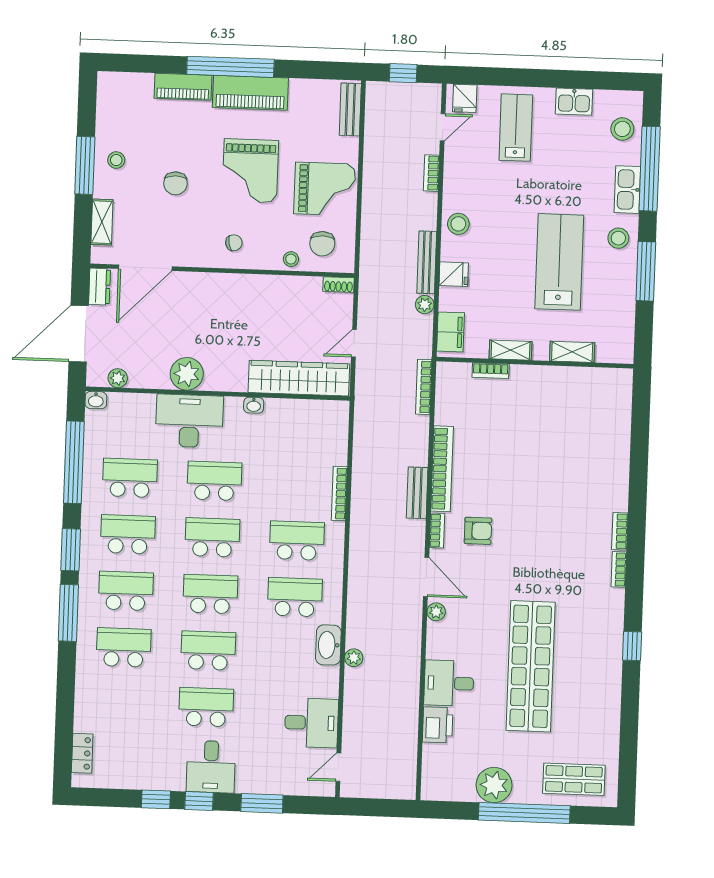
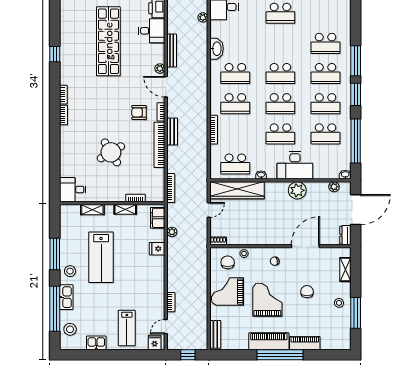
window: (85, 165) -> (356, 313), moved
stool: (458, 224) -> (156, 276), removed
bench: (427, 262) -> (172, 50), moved
door: (145, 268) -> (305, 246), moved
desk: (608, 391) -> (73, 189), added
round table: (534, 458) -> (111, 152), added
school desk: (208, 651) -> (235, 164), moved
plant: (354, 658) -> (203, 17), moved

